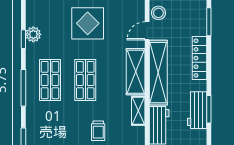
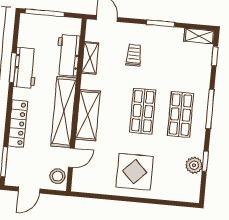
shelving: (138, 111) -> (90, 58), moved

